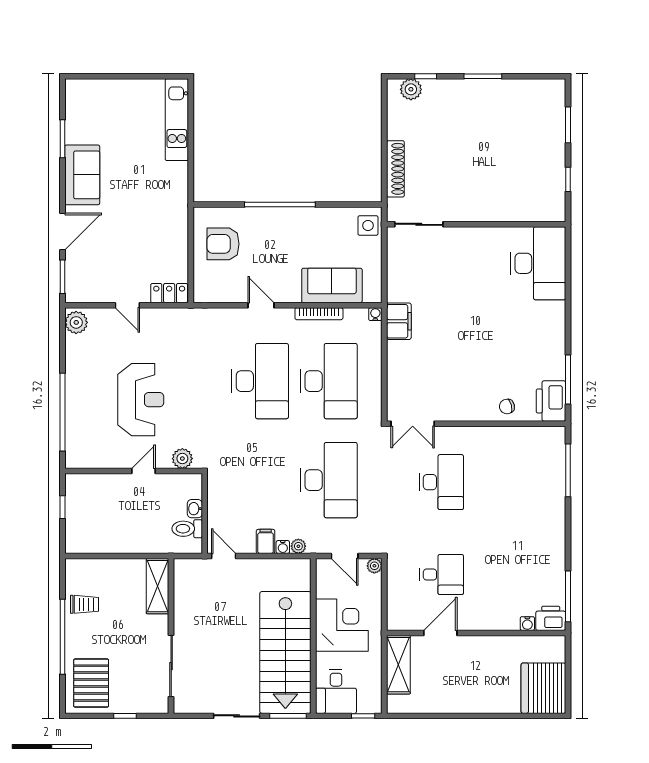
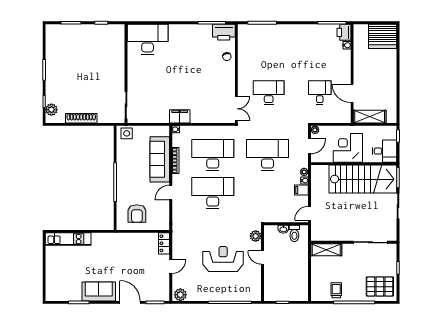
shoe rack: (395, 169) -> (81, 118), moved
sofa: (332, 285) -> (160, 159), width x1.36

